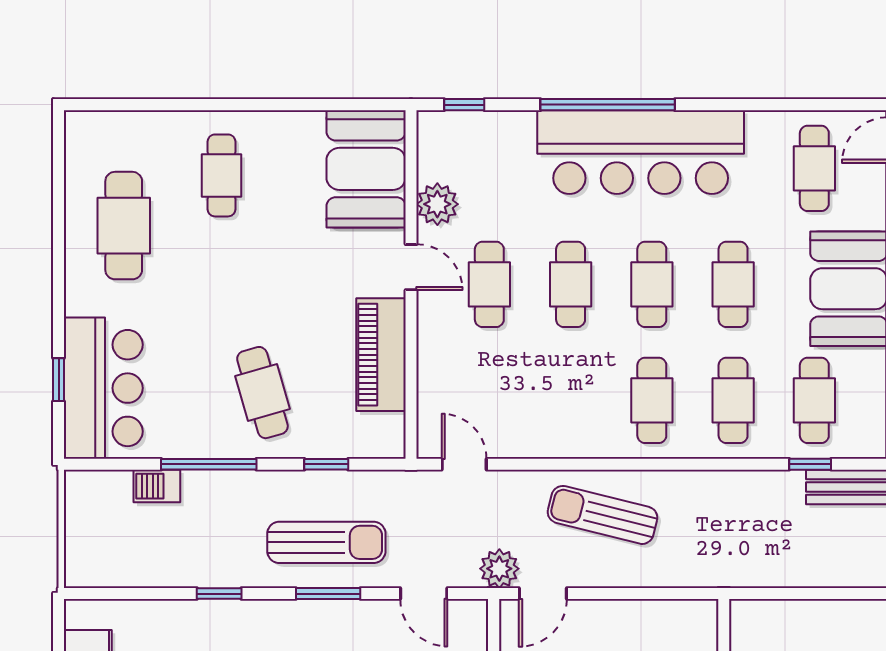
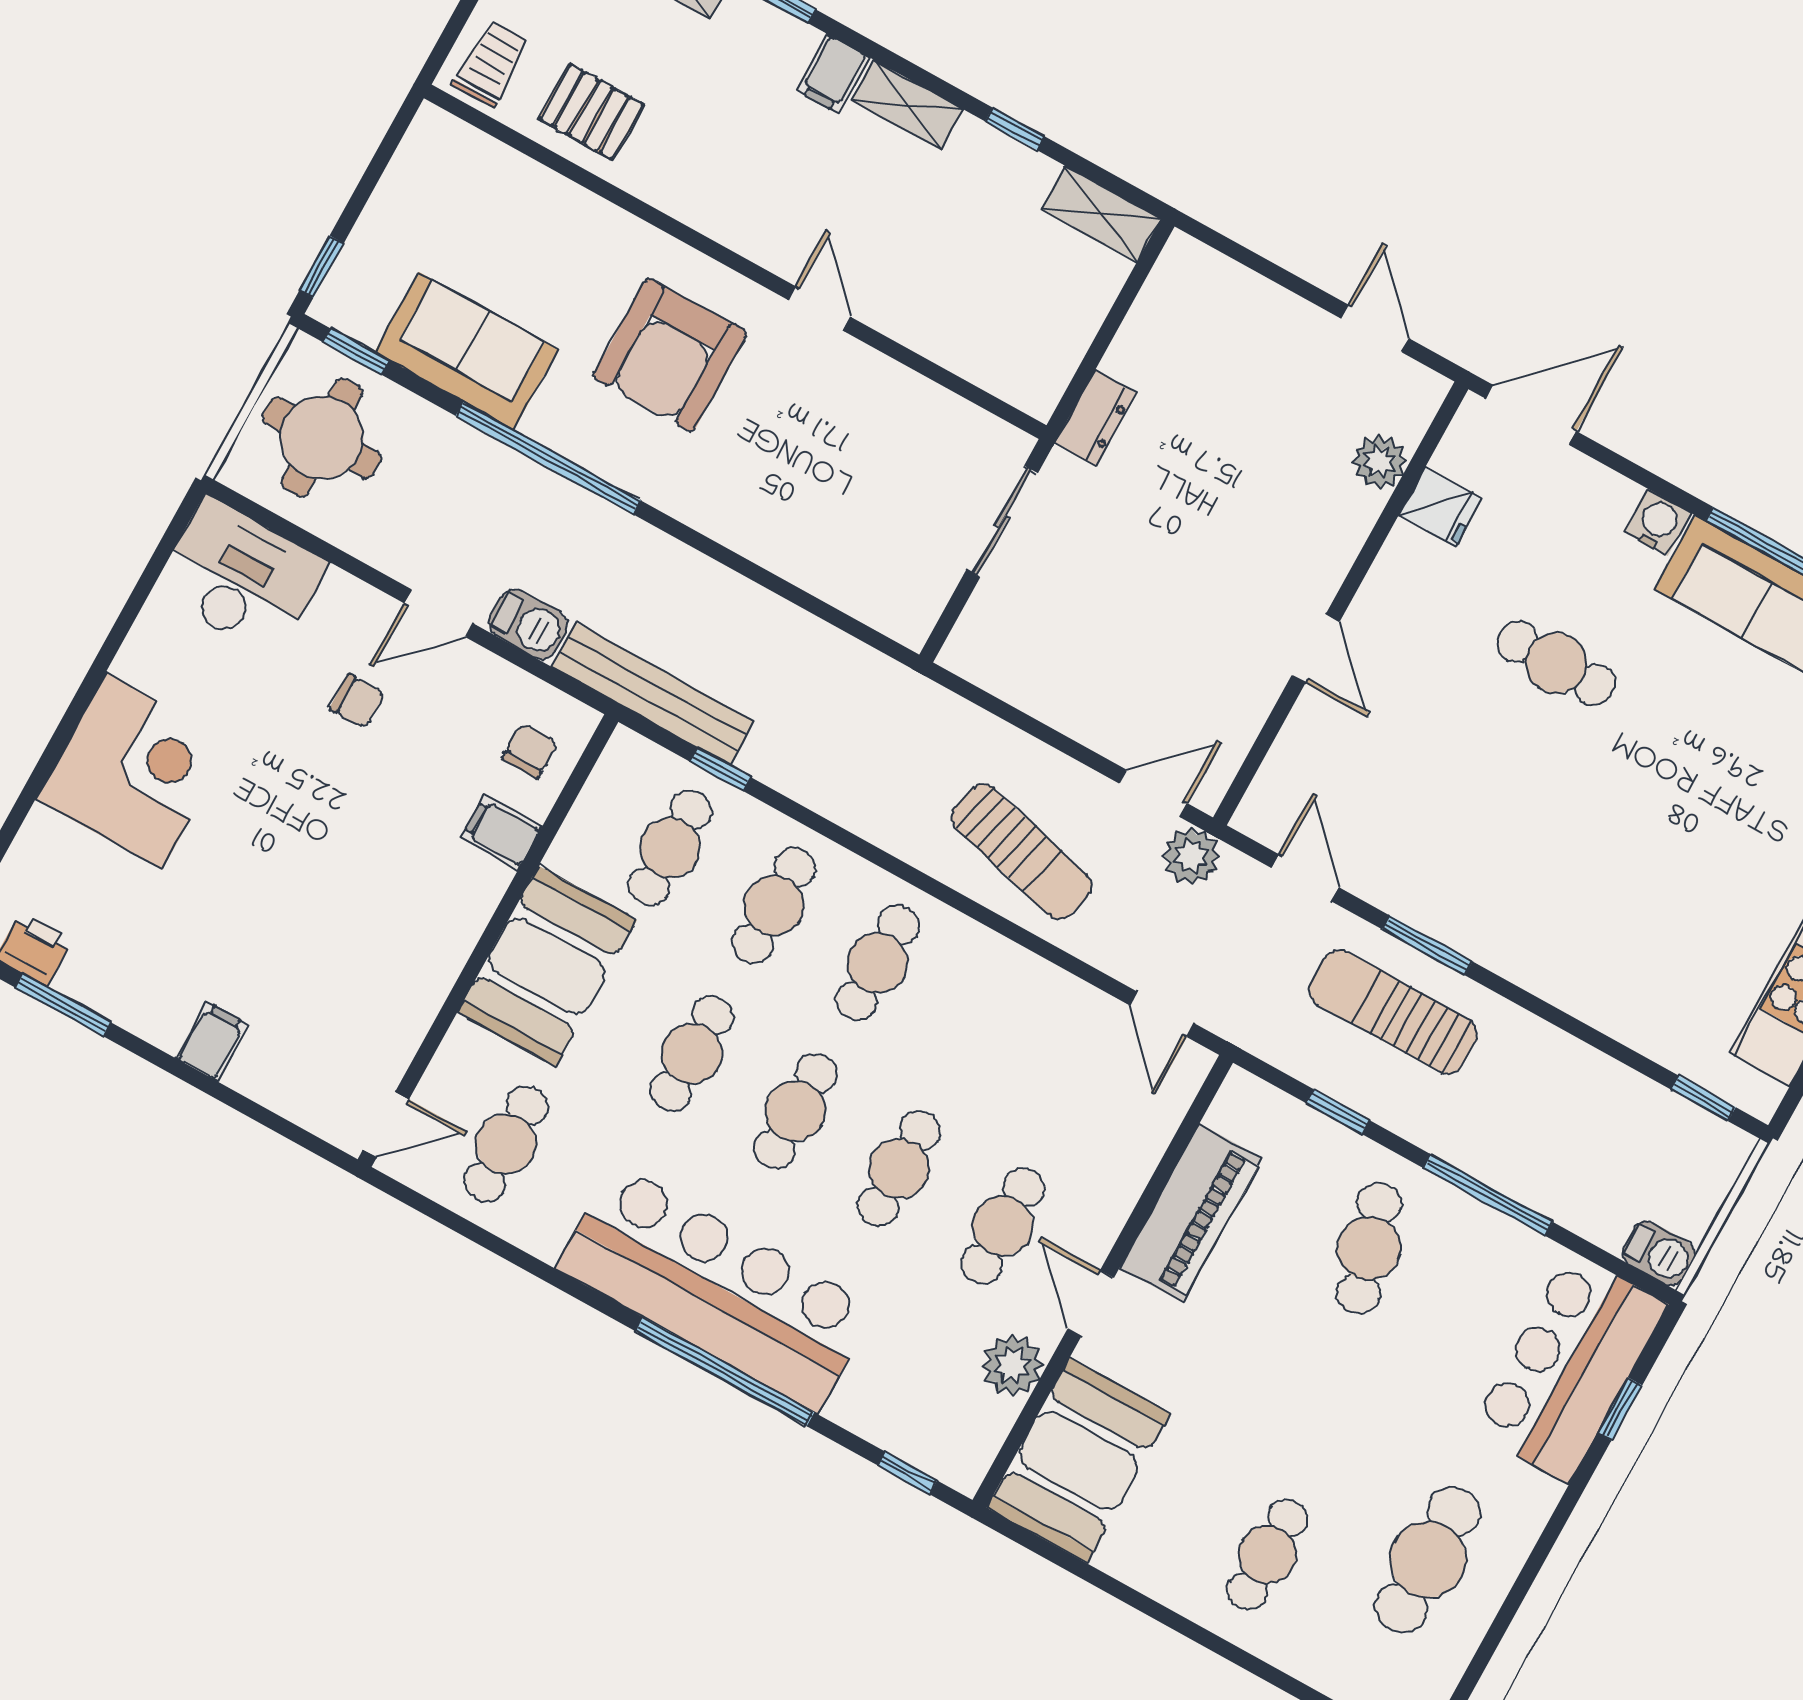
barbecue: (157, 486) -> (1659, 1253), moved
window: (219, 594) -> (1703, 1098), moved

